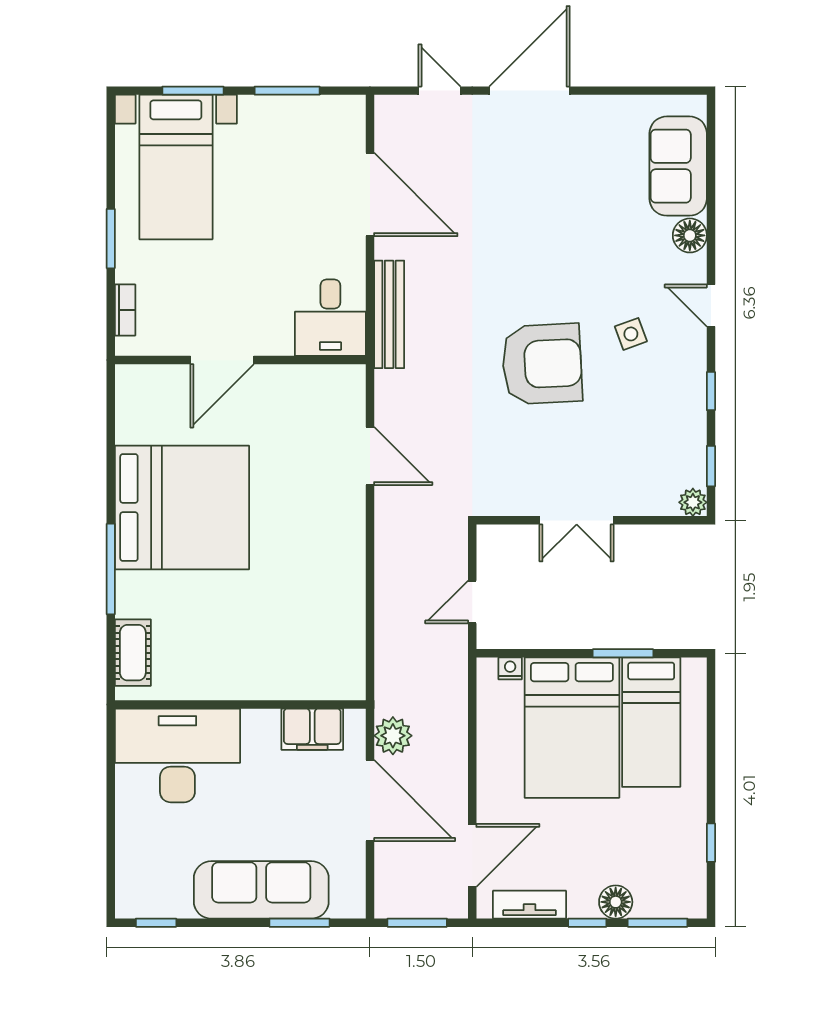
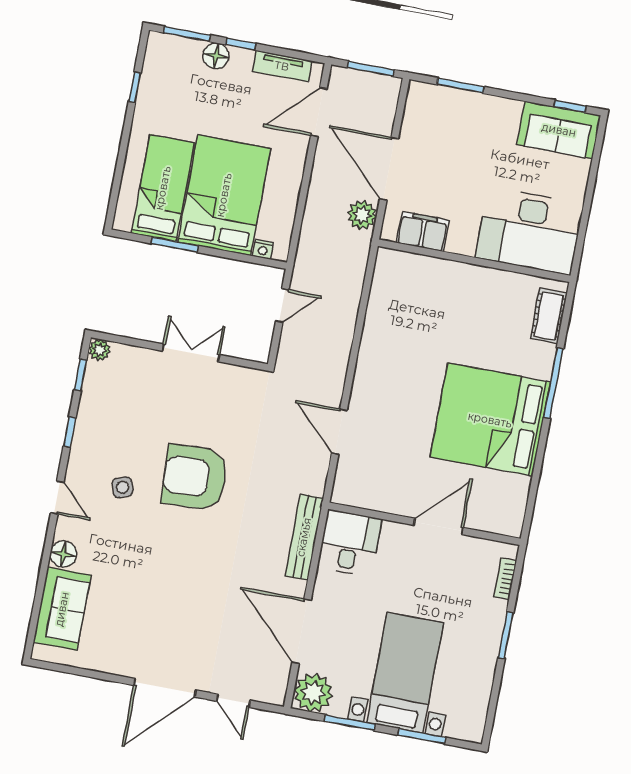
plant: (341, 120) -> (313, 693), added
bed with nightstands: (176, 167) -> (405, 673), moved
sofa: (261, 890) -> (559, 130), moved, width x0.73

